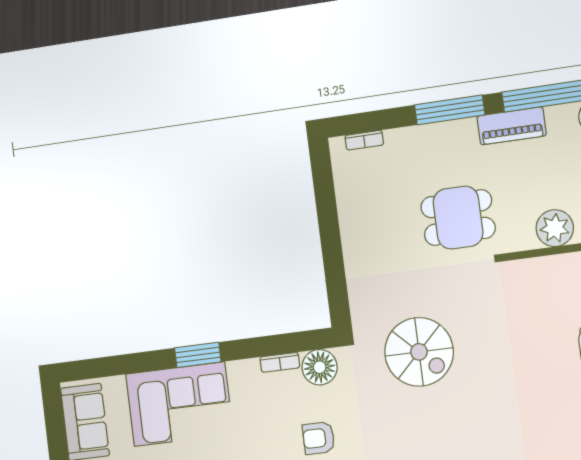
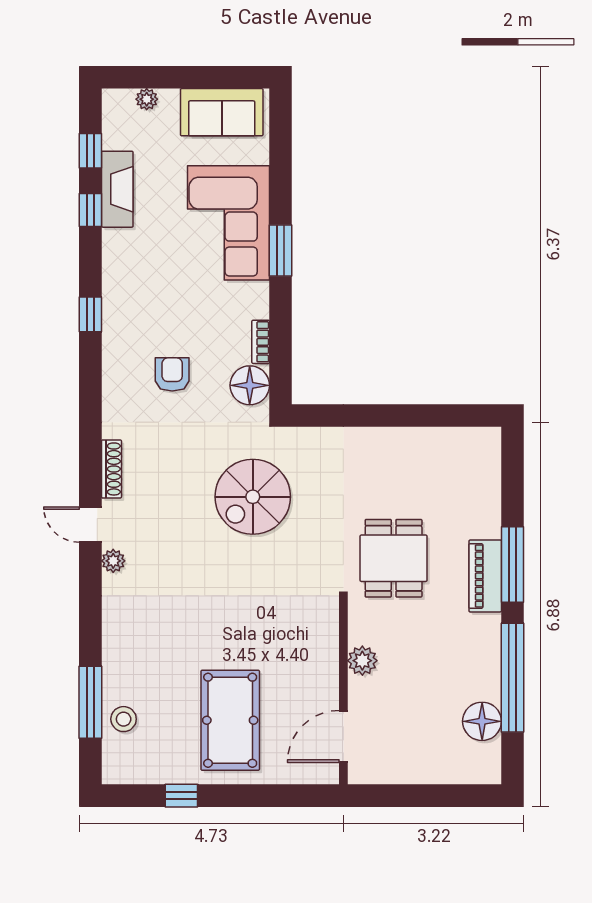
piano: (512, 126) -> (485, 576), moved
bookcase: (364, 140) -> (493, 467), removed
plant: (555, 228) -> (362, 661), width x0.73, depth x0.73

